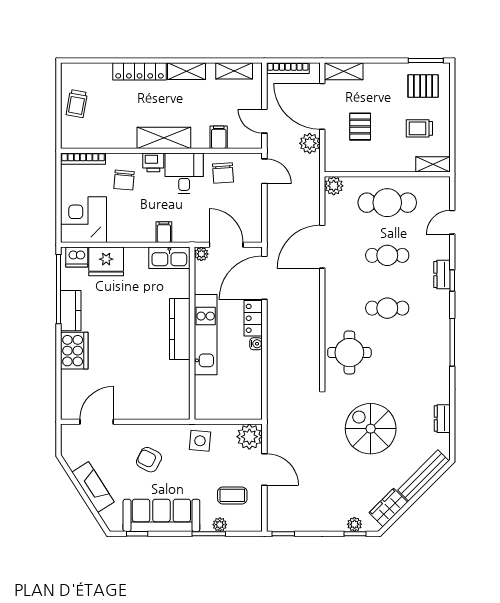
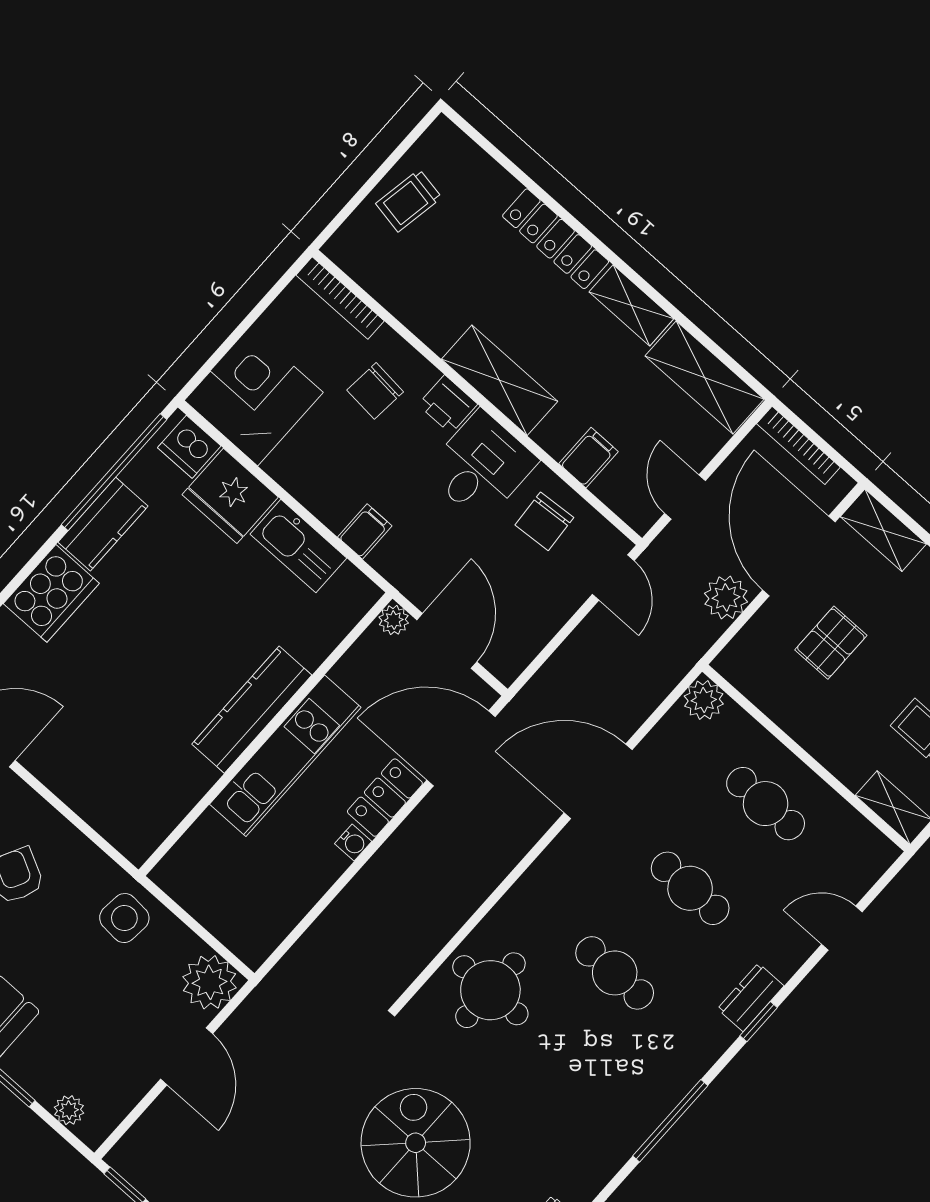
shelving: (234, 71) -> (704, 378), width x1.50, depth x1.33
cafe table: (387, 203) -> (766, 804), width x0.73, depth x0.74
kitchen sink: (169, 258) -> (298, 546), moved
coffee table: (232, 495) -> (98, 1052), removed
plant: (220, 525) -> (69, 1110), moved

